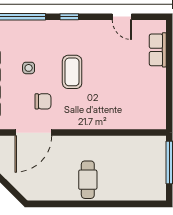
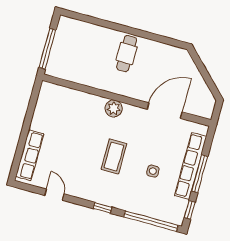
row of seats: (158, 50) -> (30, 155), width x1.48
chair: (43, 101) -> (148, 137), removed
plant: (86, 120) -> (114, 108), added

